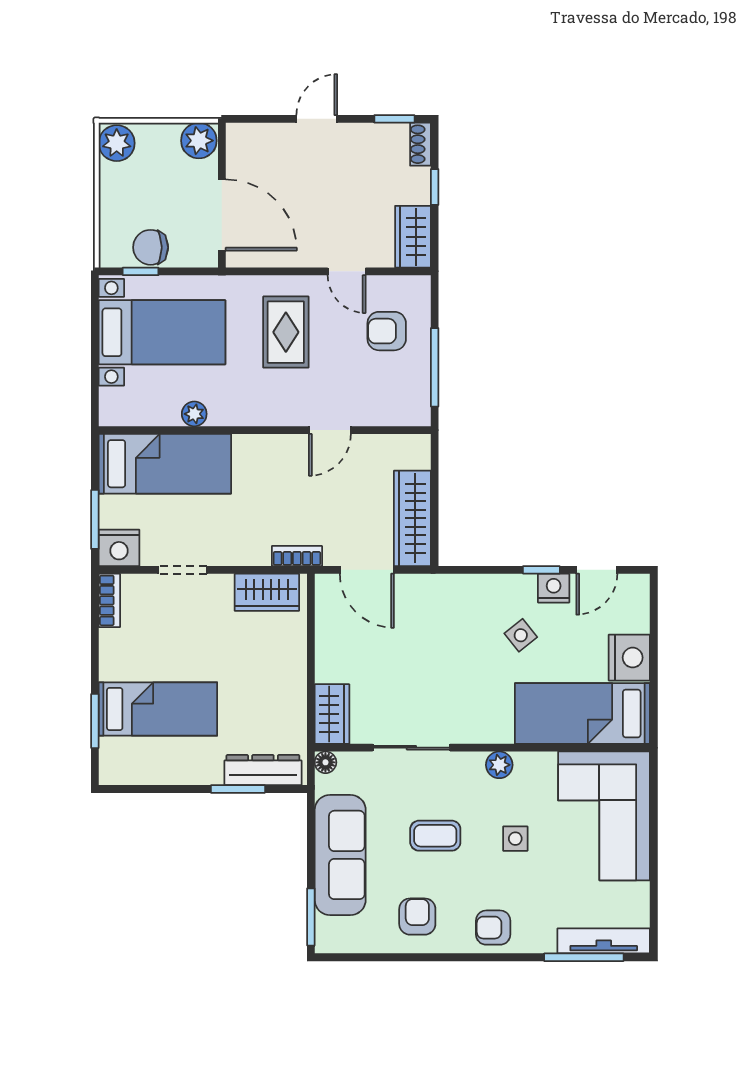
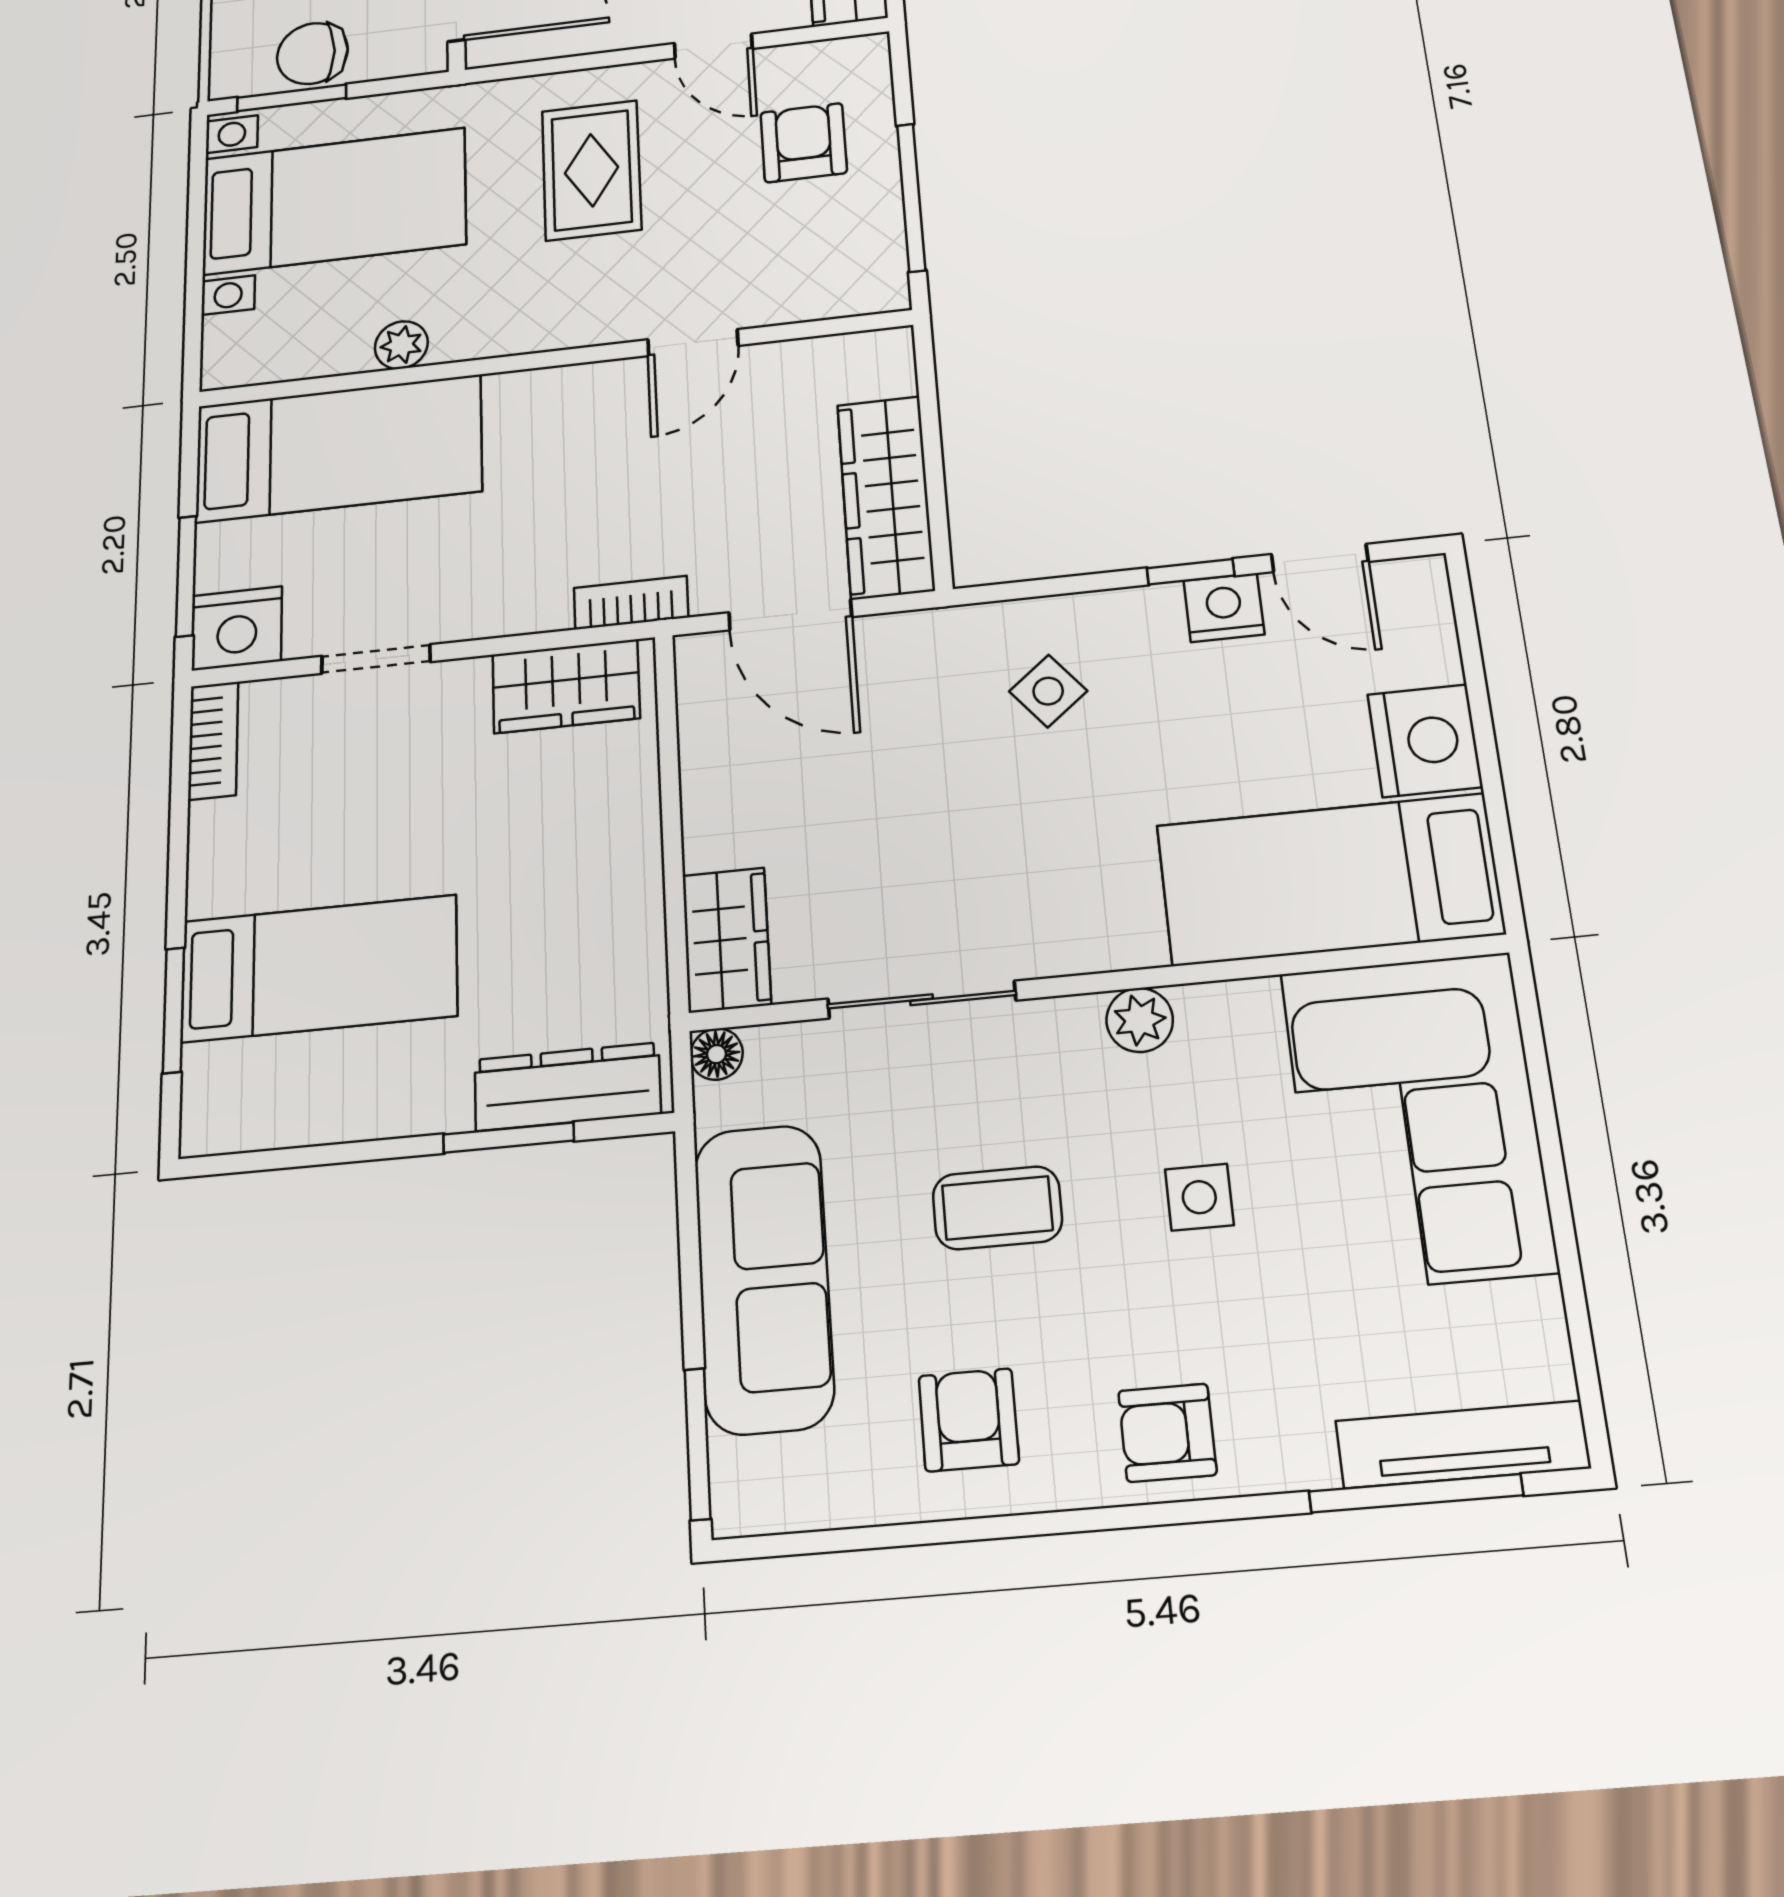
window: (141, 271) -> (292, 98), width x1.50
armchair: (387, 331) -> (804, 143), turned 90
door: (597, 570) -> (1320, 558), hinge flipped
side table: (521, 635) -> (1048, 691), moved

